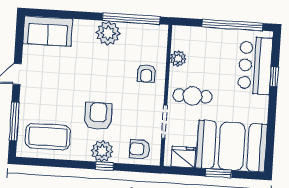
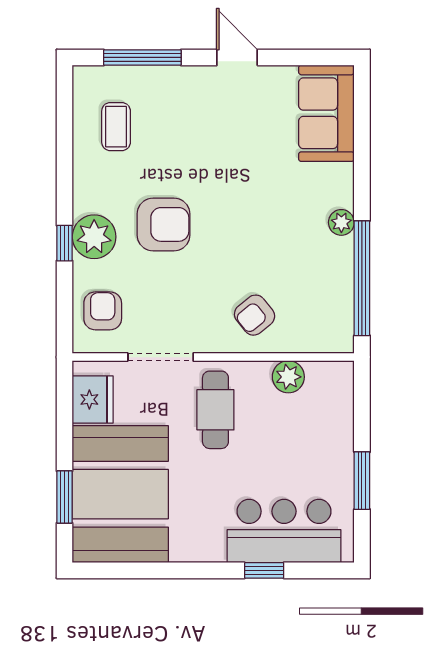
window: (232, 25) -> (362, 481), width x0.47
plant: (108, 33) -> (341, 222), width x0.53, depth x0.53
armchair: (146, 73) -> (255, 315), turned -39
coffee table: (48, 137) -> (116, 127), width x0.54, depth x0.58
window: (218, 173) -> (65, 497), moved

